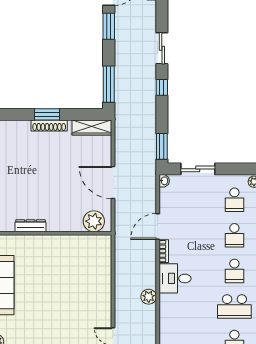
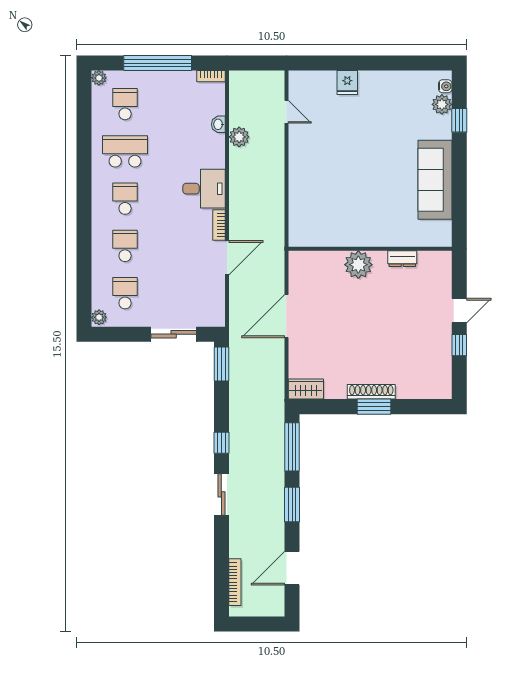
window: (109, 26) -> (292, 505), moved
wardrobe: (92, 128) -> (306, 389), width x0.67
washbasin: (164, 181) -> (218, 124), moved
door: (113, 183) -> (286, 316), swing flipped
plant: (94, 221) -> (358, 265), moved
dresser: (31, 226) -> (402, 259), width x0.70
plant: (149, 297) -> (239, 137), moved

